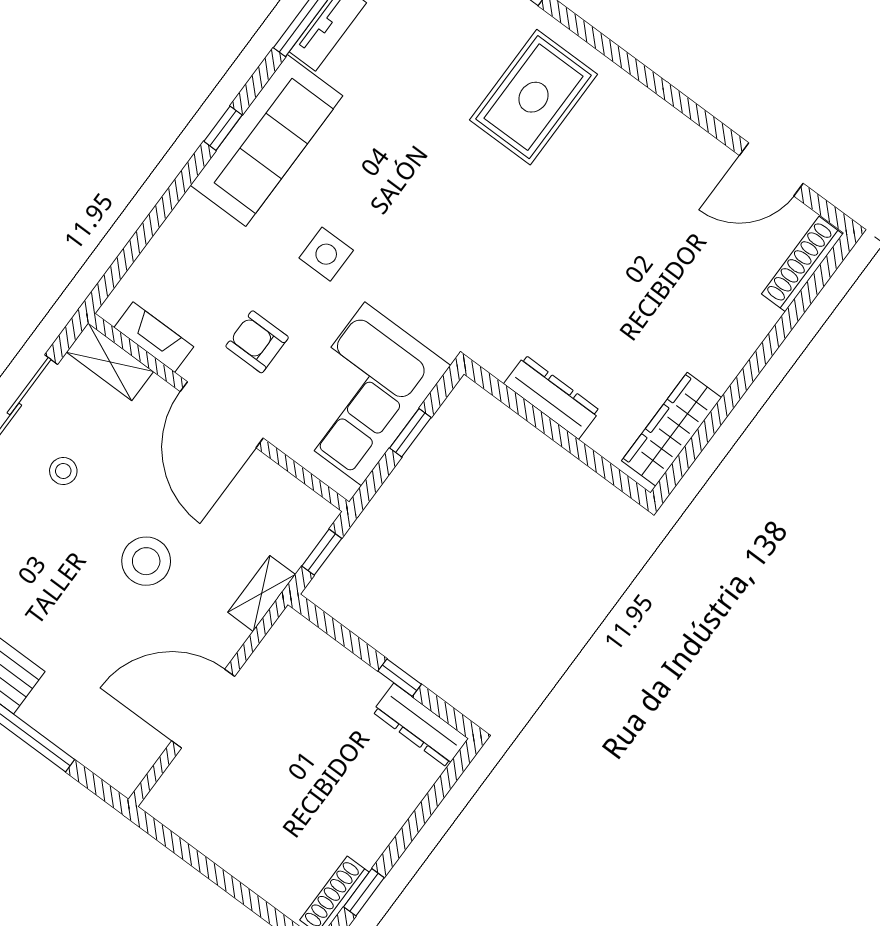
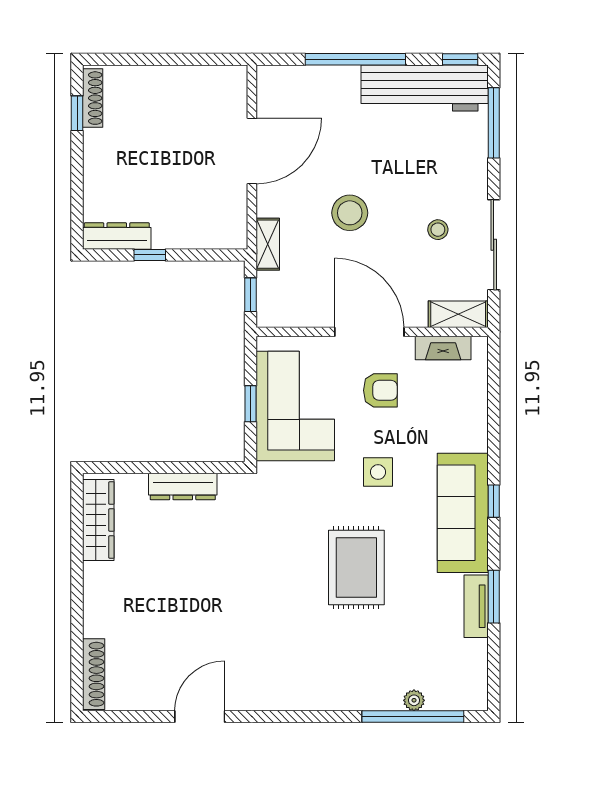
rug: (533, 97) -> (356, 567), moved
door: (771, 169) -> (200, 716), moved

